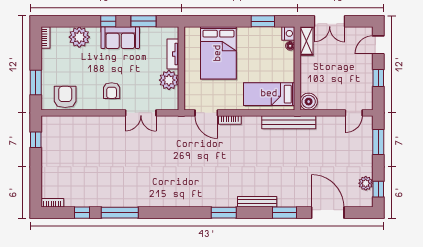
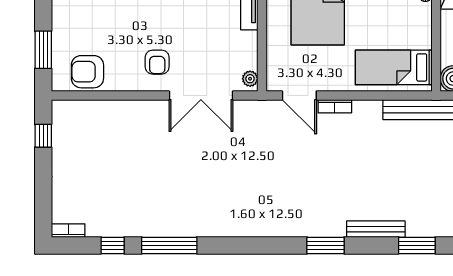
plant: (169, 80) -> (250, 79), moved, width x0.53, depth x0.53
armchair: (65, 97) -> (87, 72), turned -90
double door: (141, 113) -> (201, 96), width x1.37

